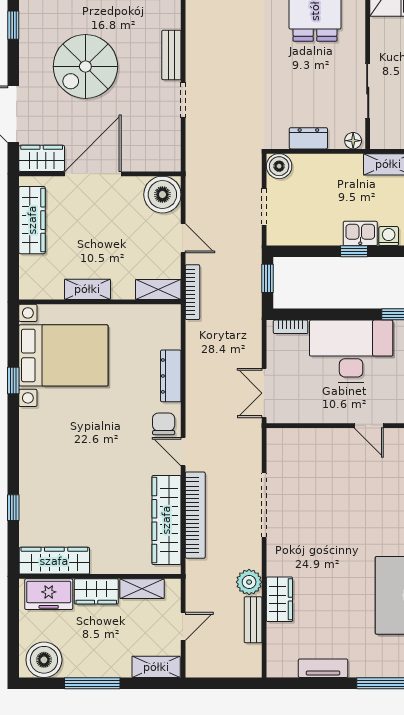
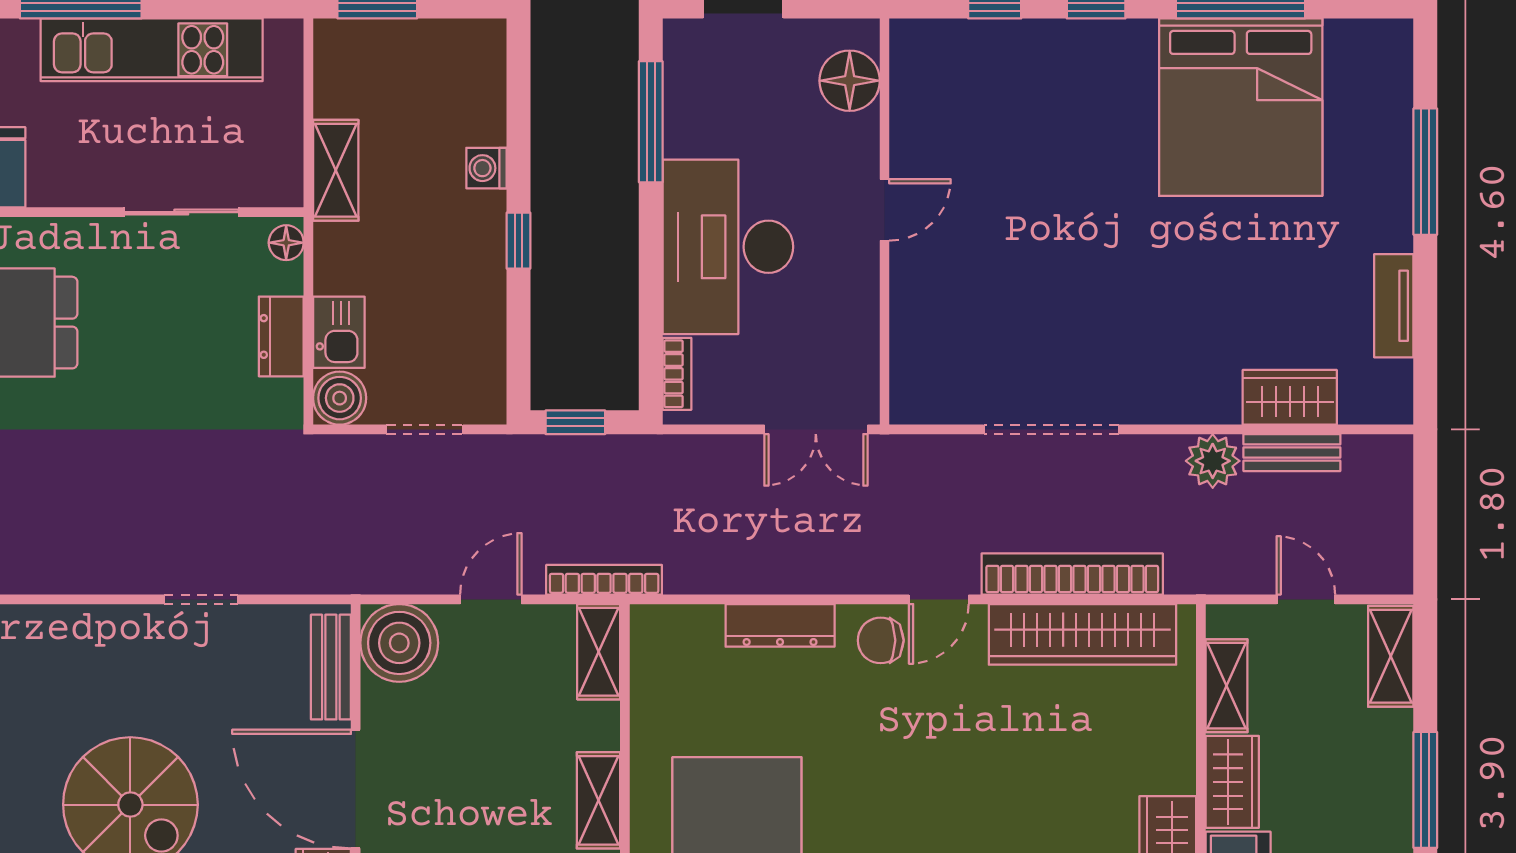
bench: (171, 55) -> (331, 667), moved, turned 90
kitchen sink: (360, 233) -> (339, 332), moved, turned 180
wardrobe: (279, 599) -> (1290, 397), moved

